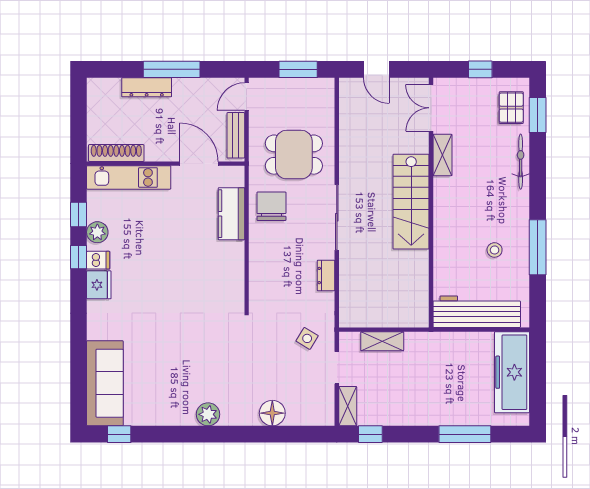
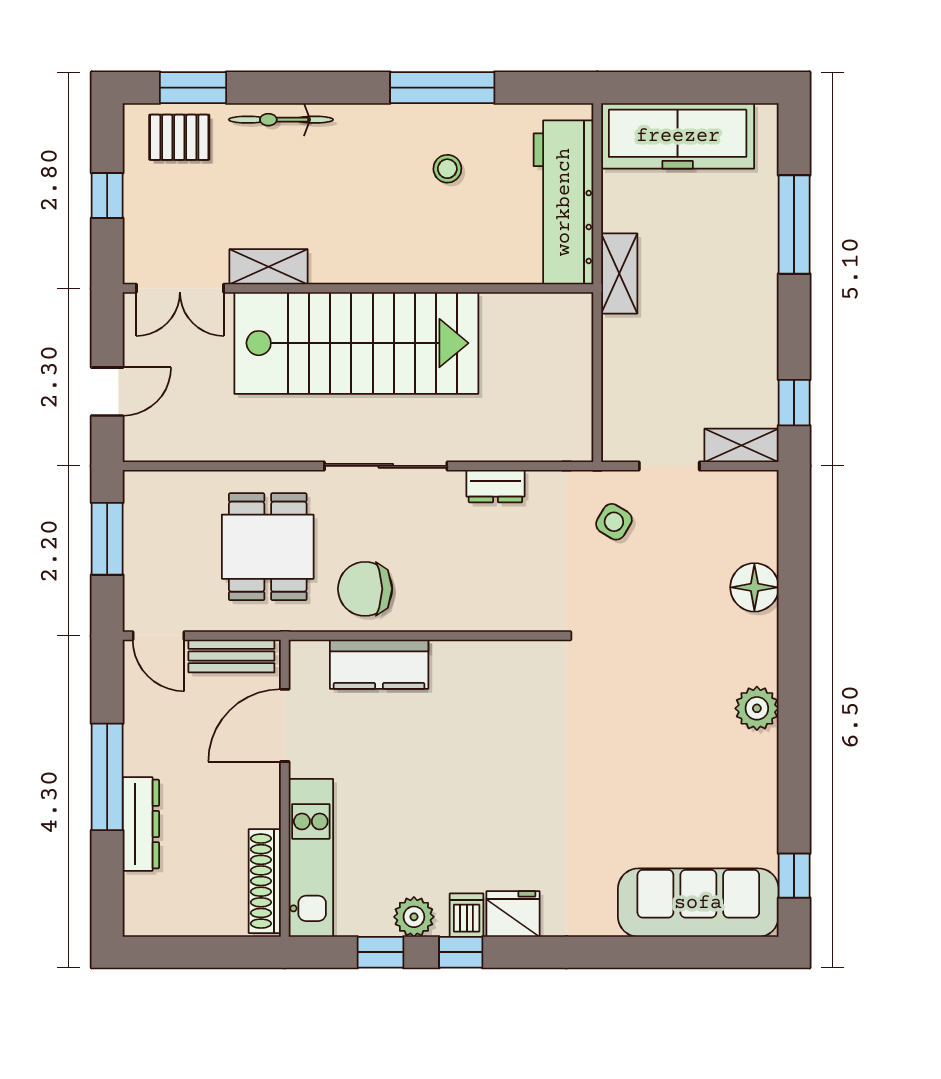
stairs: (411, 202) -> (356, 343), width x1.36, depth x1.51
shelving: (382, 341) -> (619, 273), moved

